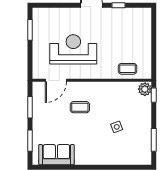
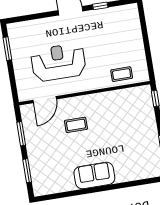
plant: (145, 89) -> (144, 94), removed
side table: (117, 127) -> (120, 140), removed
sofa: (56, 155) -> (94, 176), moved

